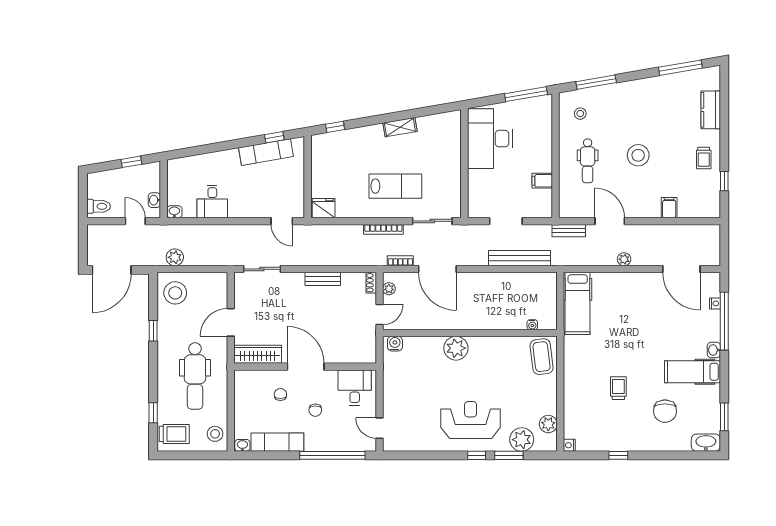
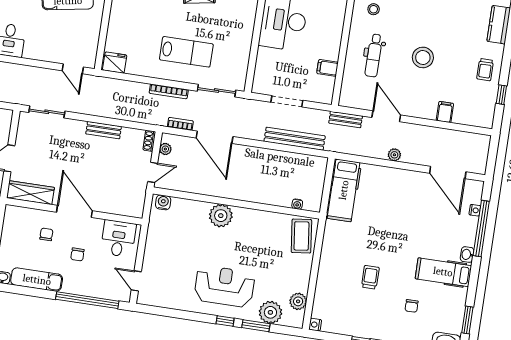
chair: (665, 411) -> (412, 306), width x0.54, depth x0.54

